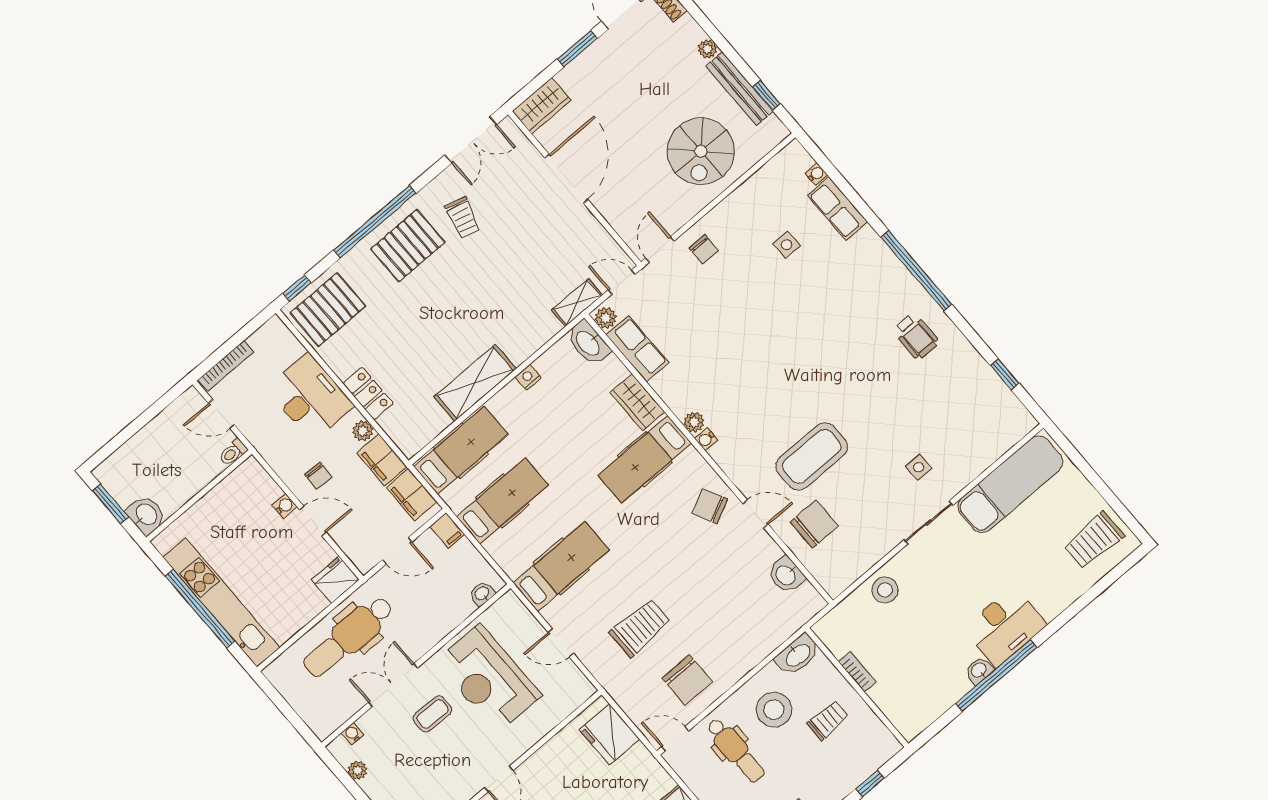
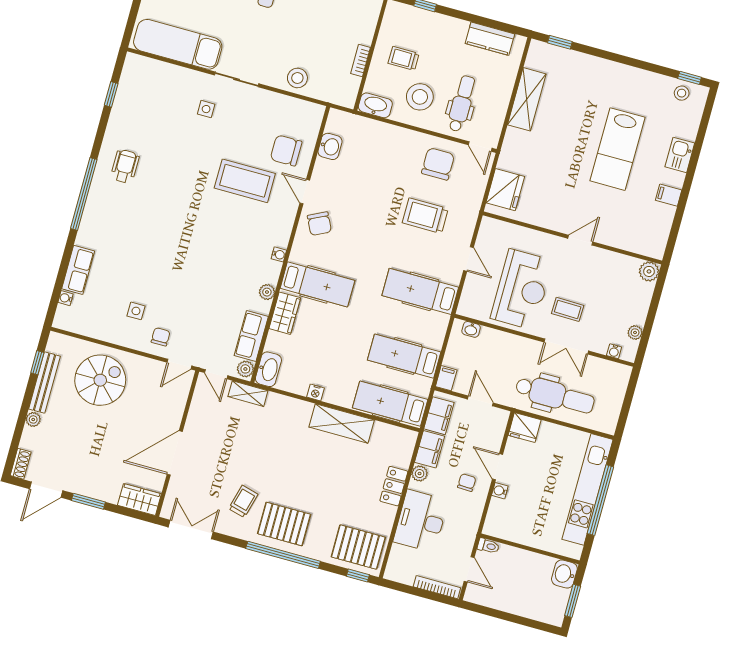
side table: (786, 245) -> (136, 311), moved
plant: (694, 422) -> (267, 292), moved

